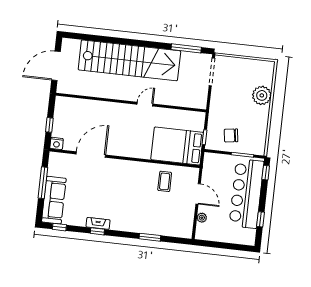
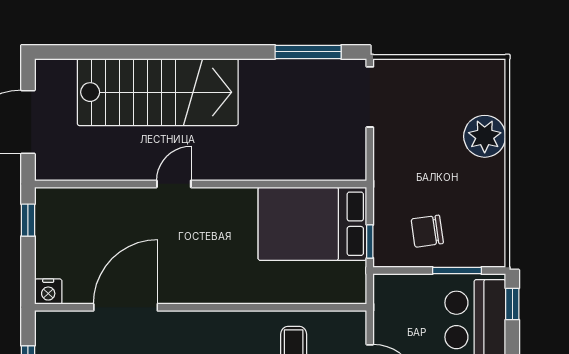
stairs: (129, 60) -> (158, 92), width x0.73
door: (145, 104) -> (174, 184), moved
window: (49, 125) -> (28, 220), moved
bed: (177, 146) -> (312, 224), moved

